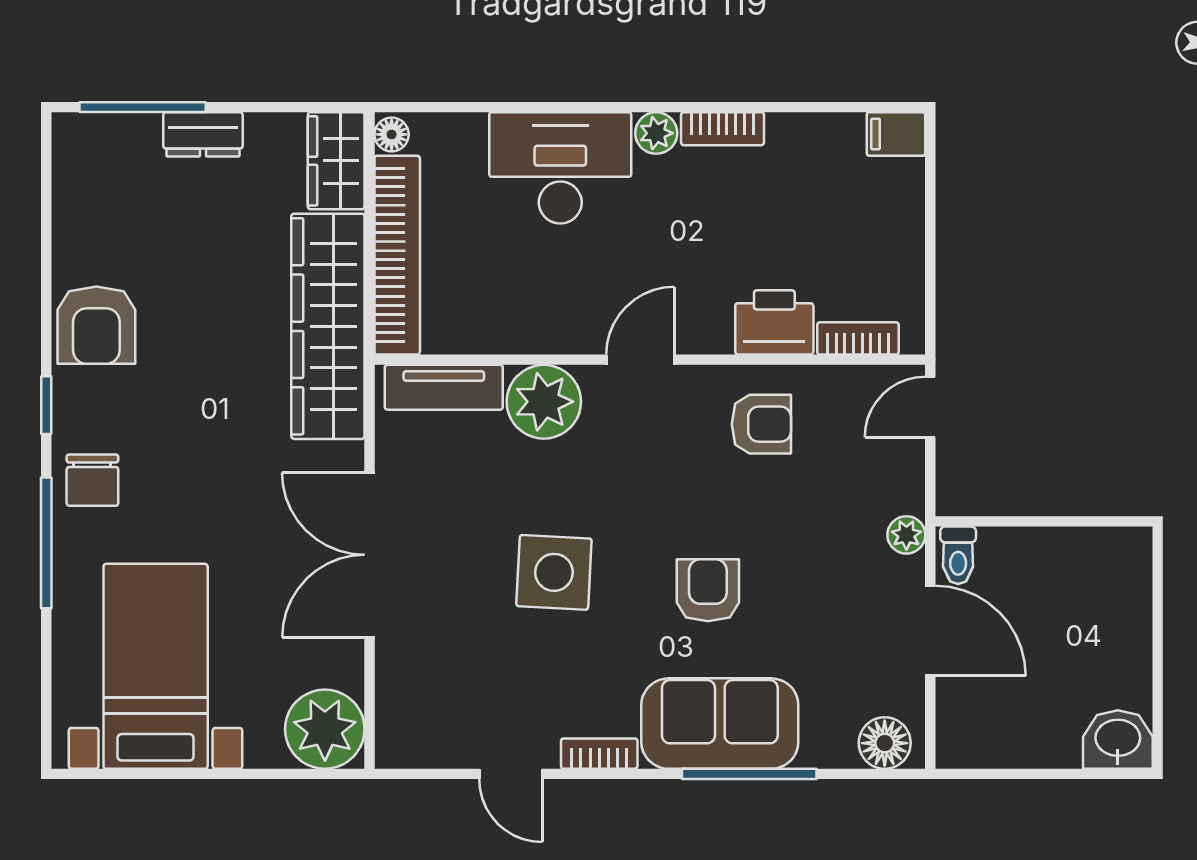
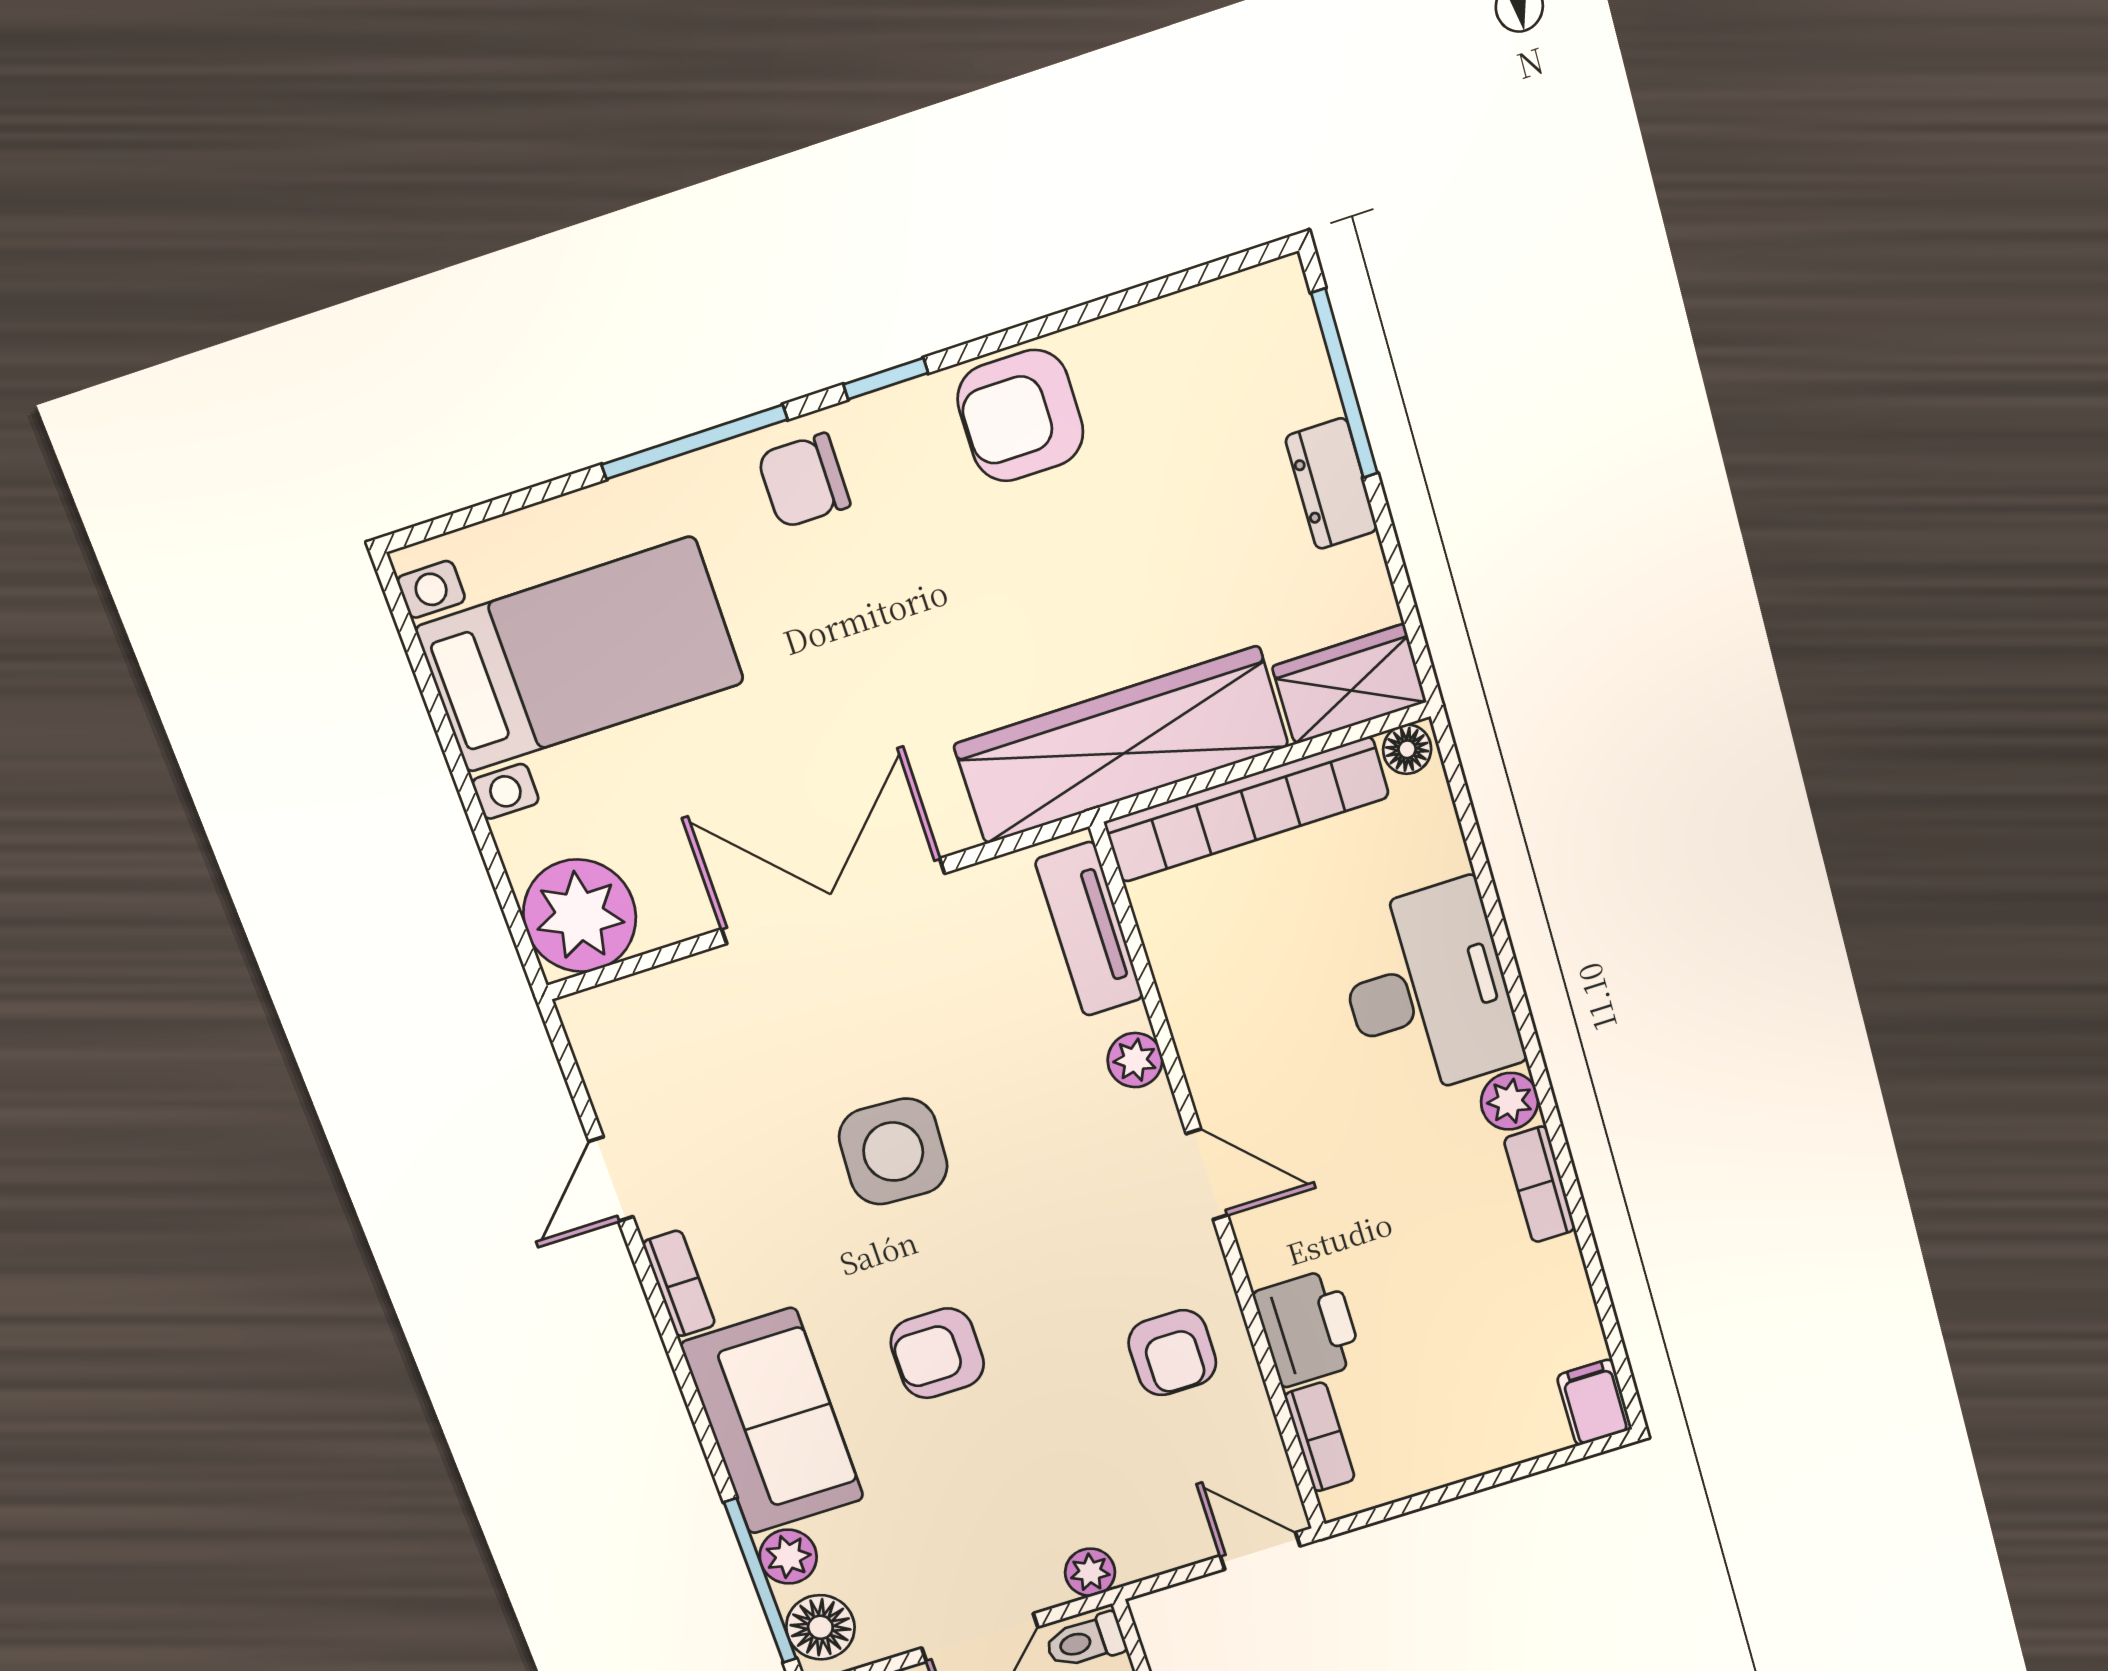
plant: (544, 402) -> (1135, 1060), width x0.53, depth x0.53
armchair: (708, 590) -> (937, 1353), turned 180
plant: (824, 747) -> (788, 1557), added
window: (749, 774) -> (760, 1581), moved

